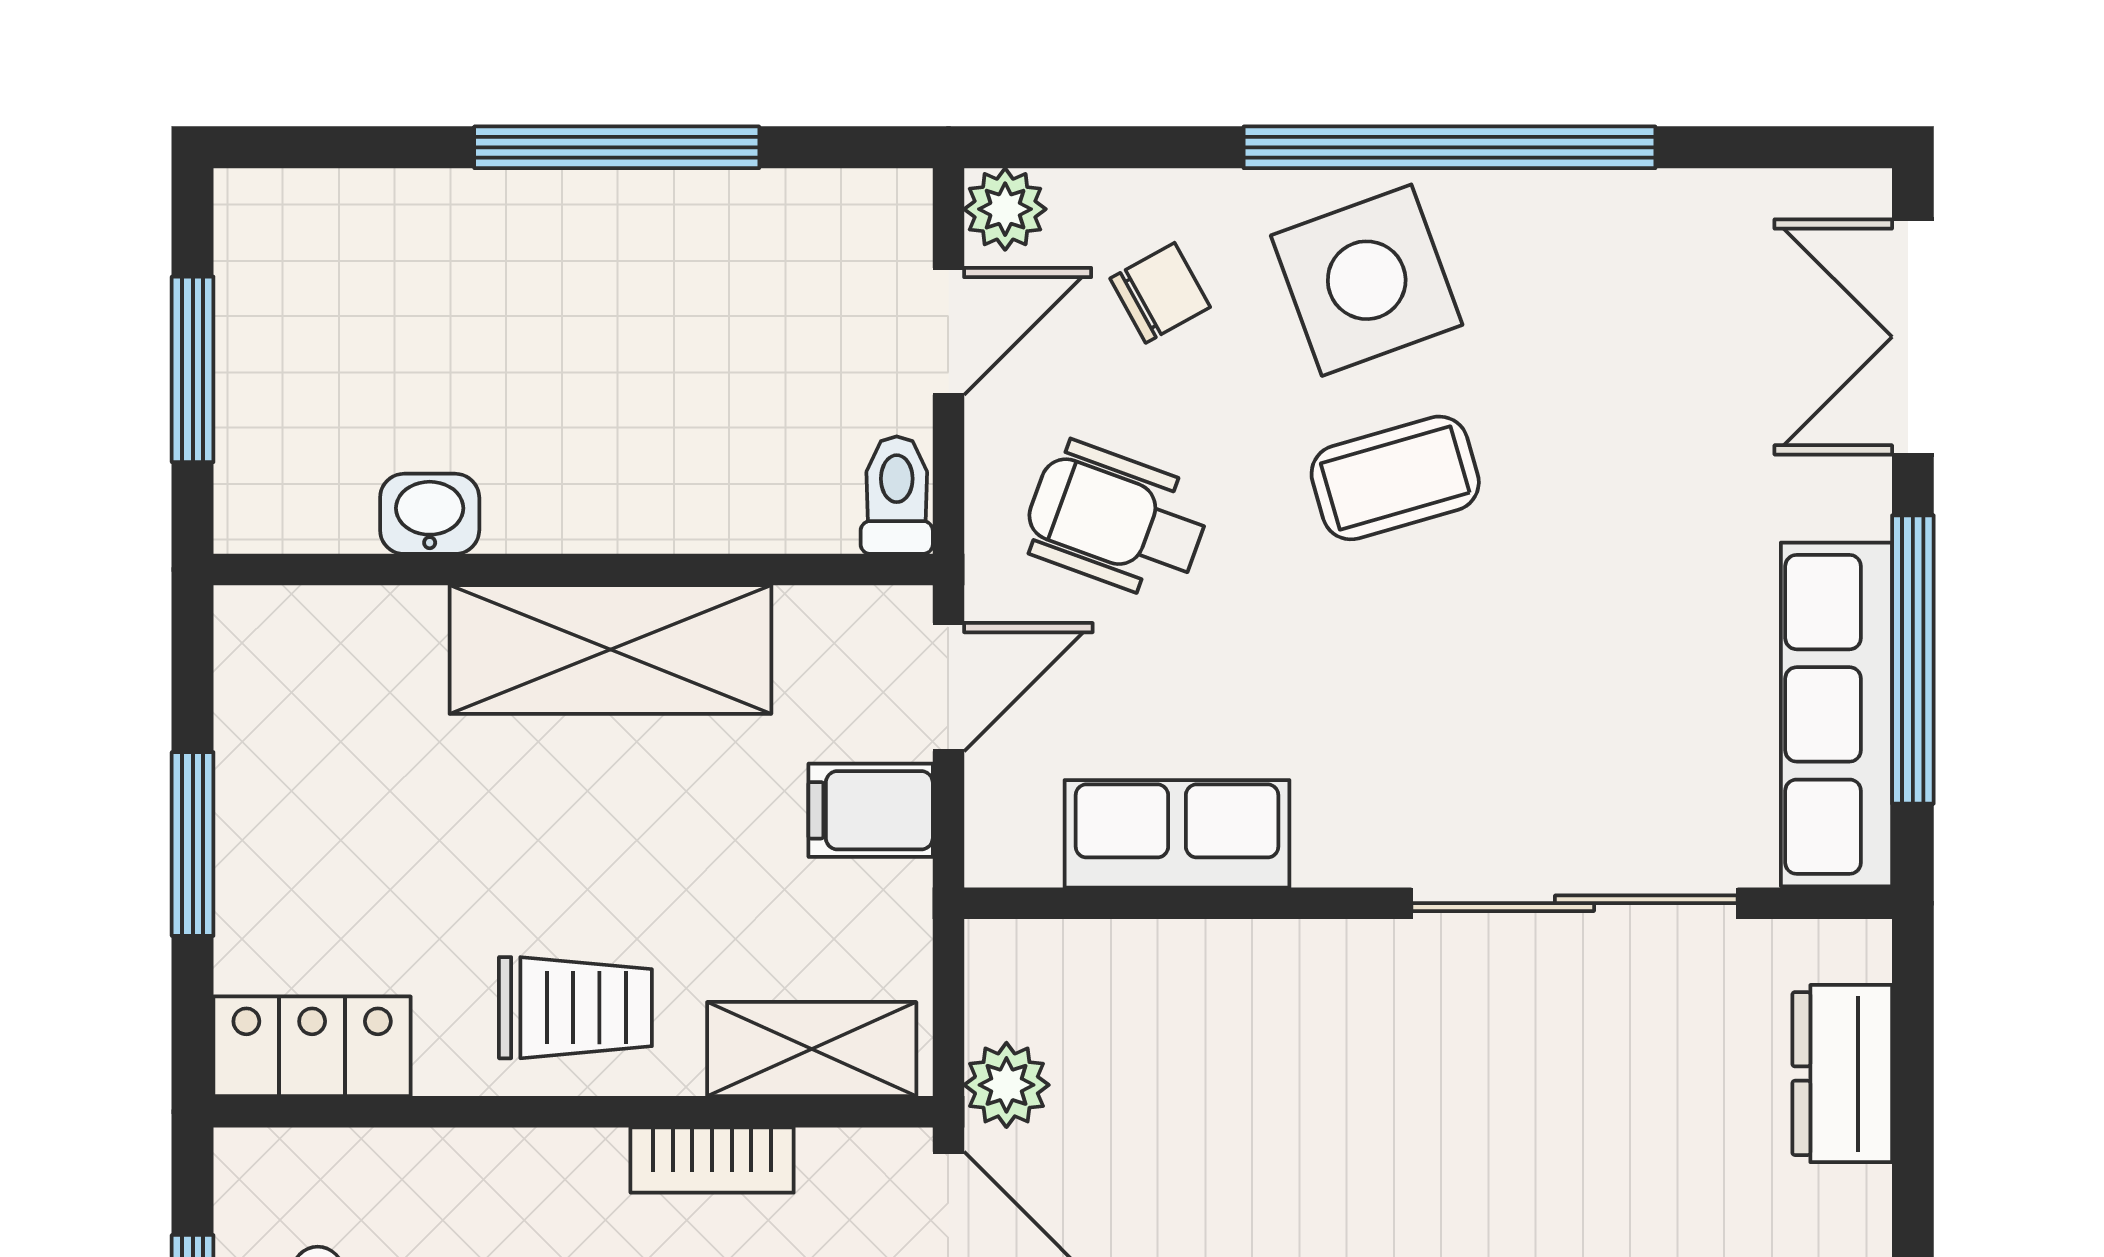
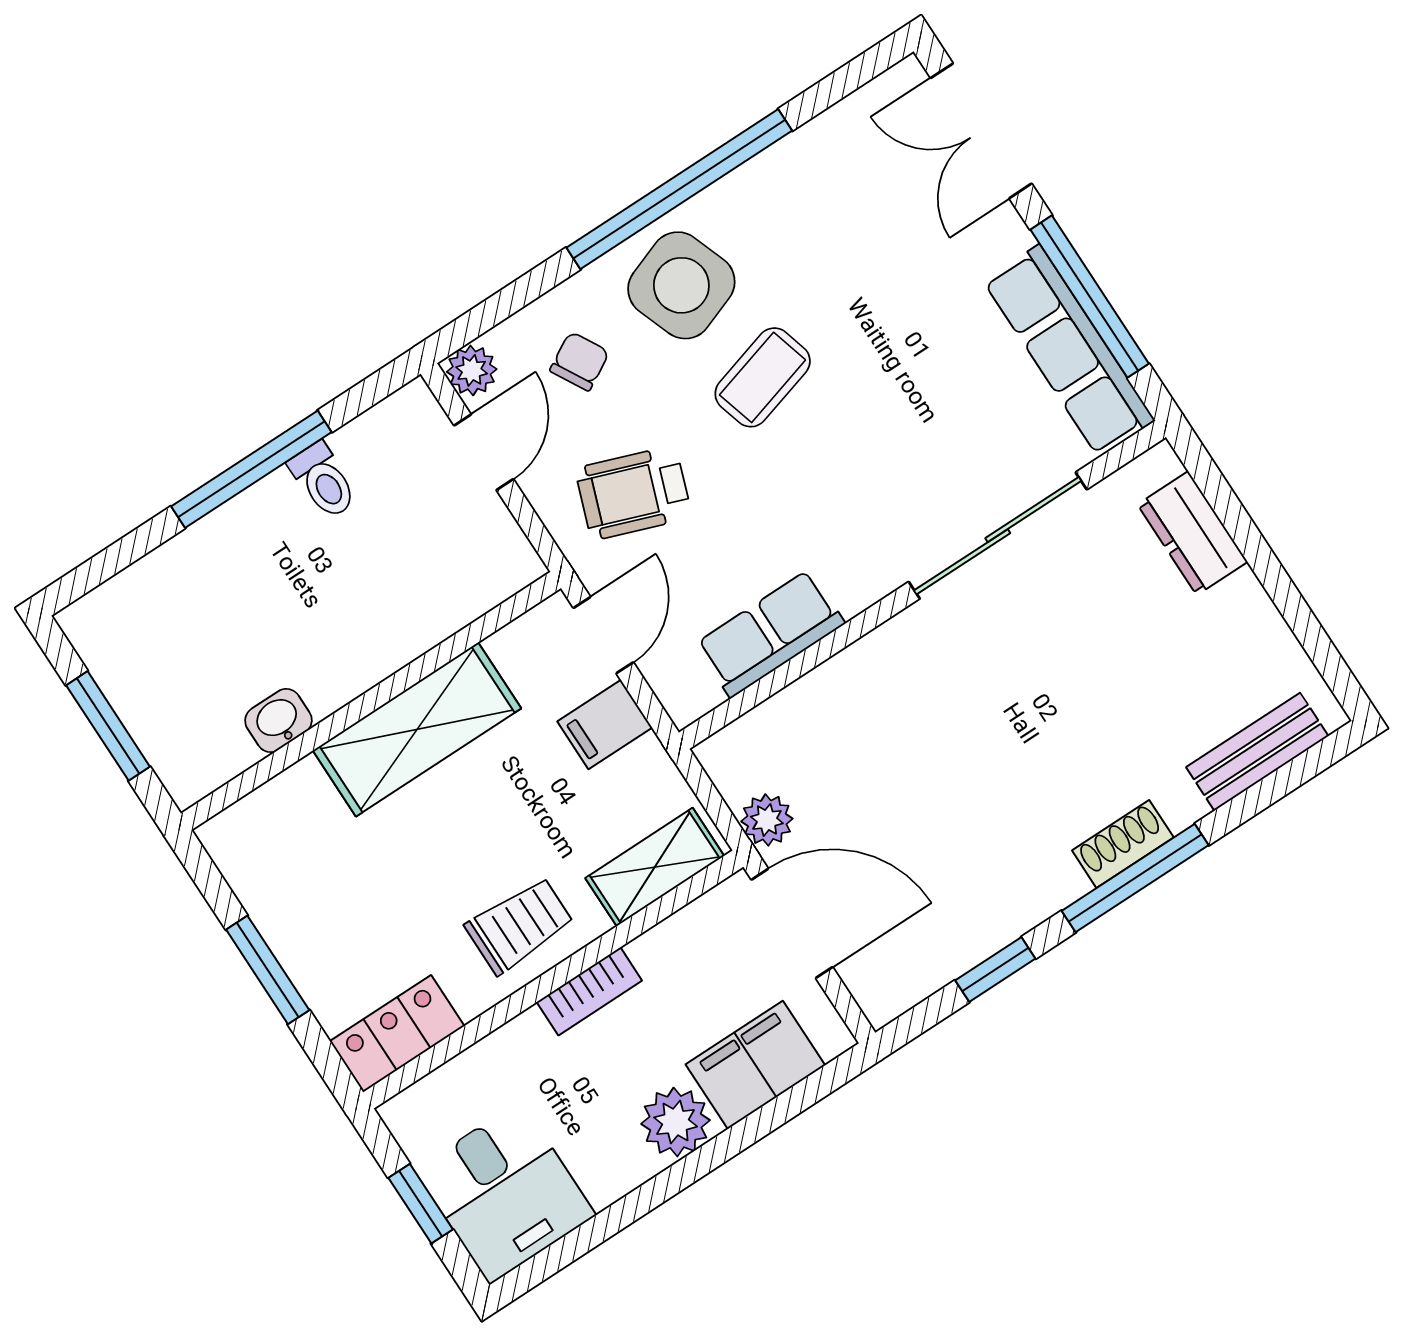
toilet: (897, 495) -> (323, 481), moved, turned 180
bookcase: (712, 1160) -> (589, 991), moved

